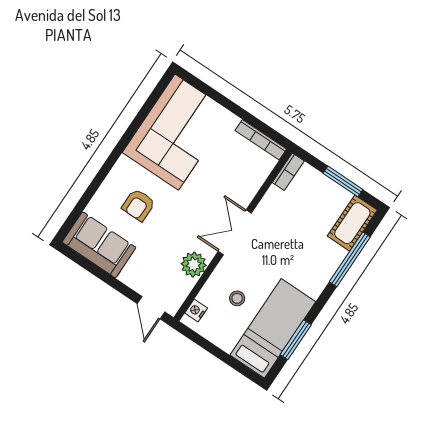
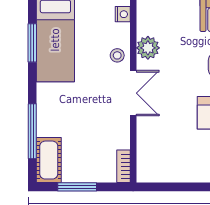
bookcase: (261, 140) -> (161, 177), removed
stool: (237, 298) -> (117, 55), moved

